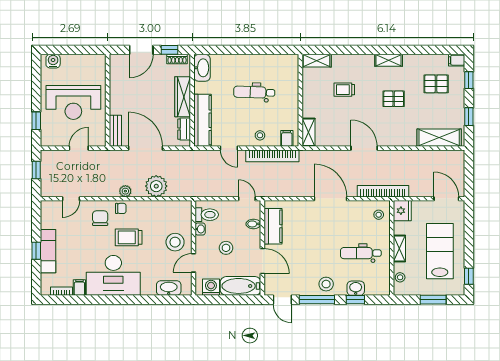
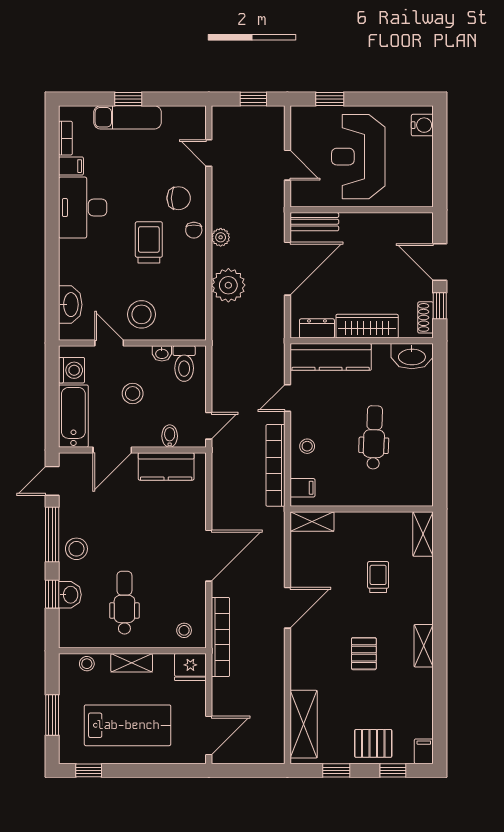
pallet: (436, 84) -> (373, 743), moved, turned 90
desk: (113, 275) -> (83, 208), width x0.73, depth x0.77

